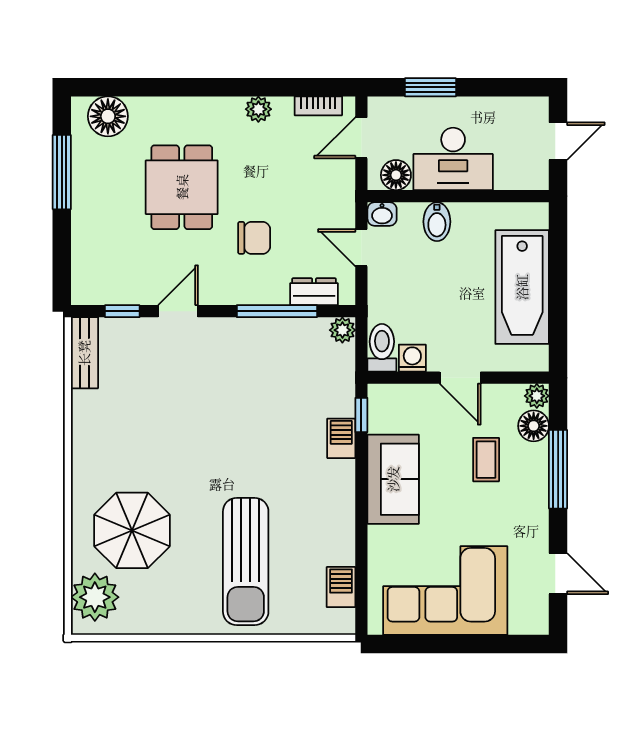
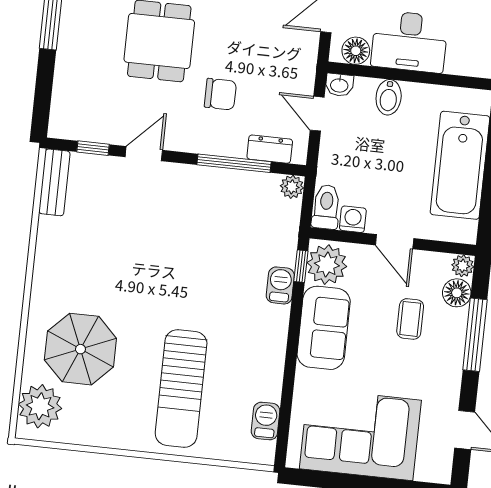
plant: (389, 410) -> (327, 265), added

